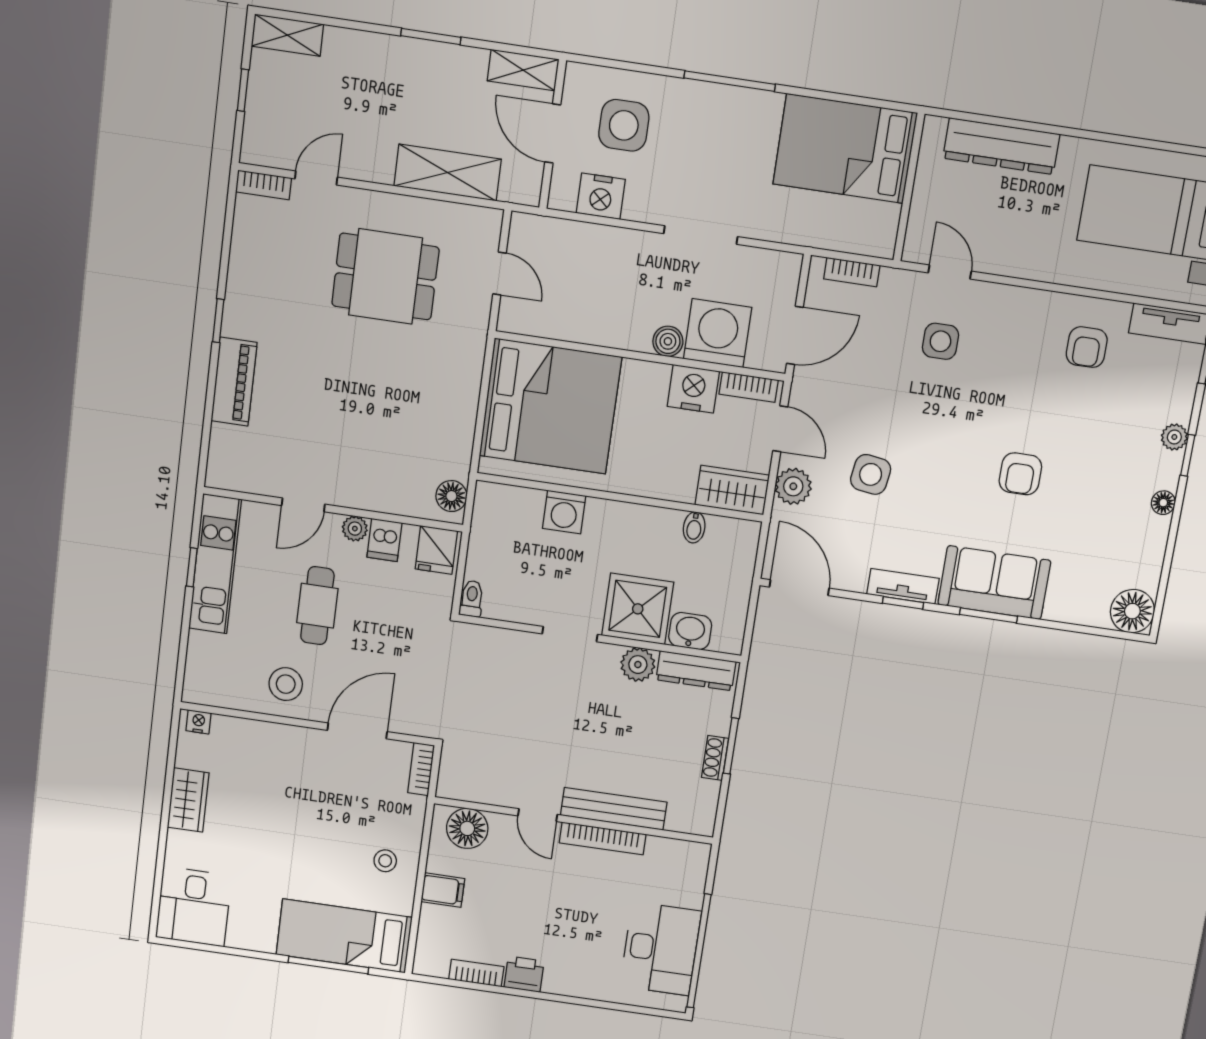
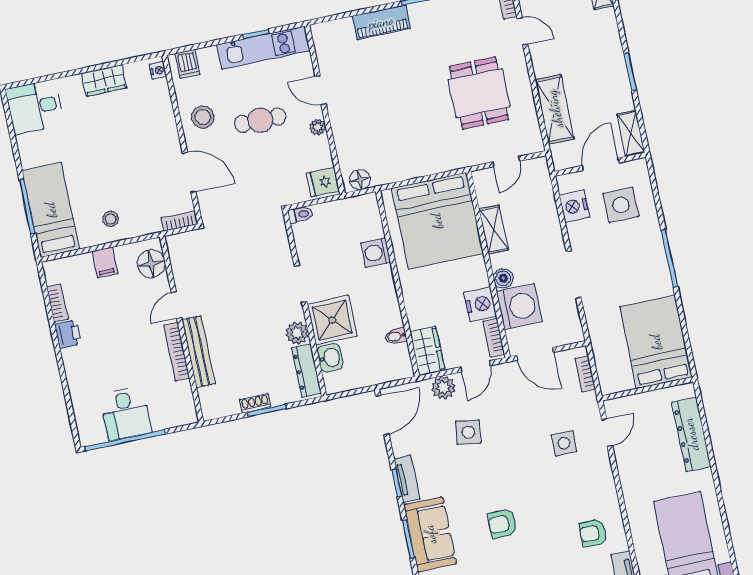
shelving: (592, 329) -> (494, 230), added
dishwasher: (384, 540) -> (187, 64), moved, turned -90
desk: (661, 949) -> (126, 413), width x0.73

